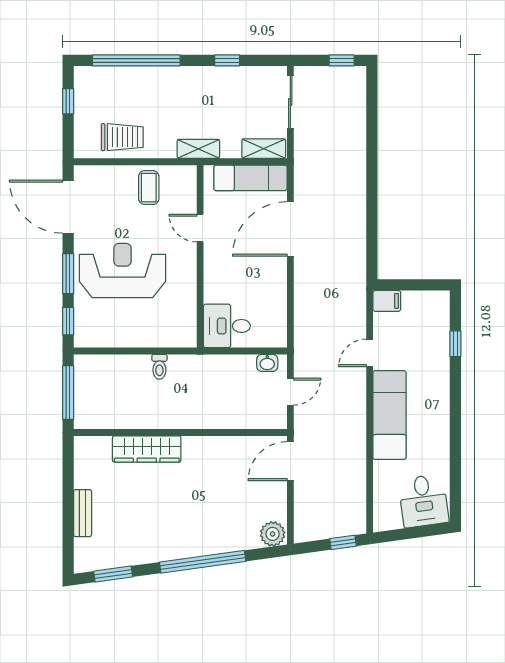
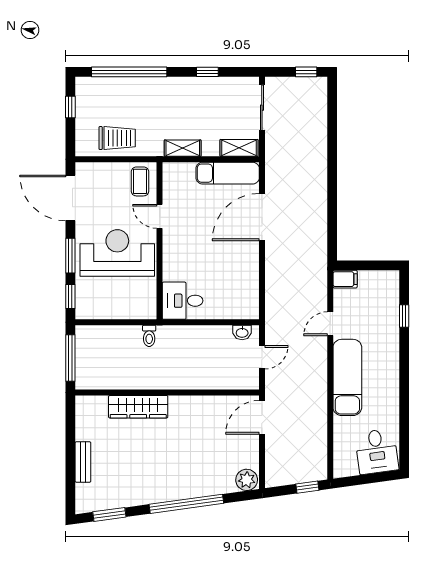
door: (200, 228) -> (160, 216), moved
wall: (200, 256) -> (160, 241), moved
desk: (227, 326) -> (183, 301), moved

